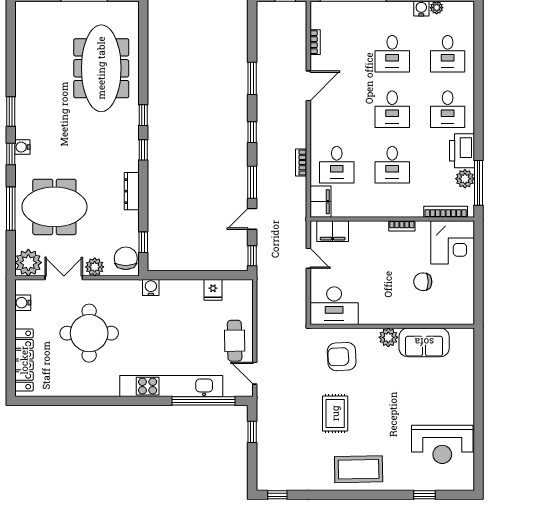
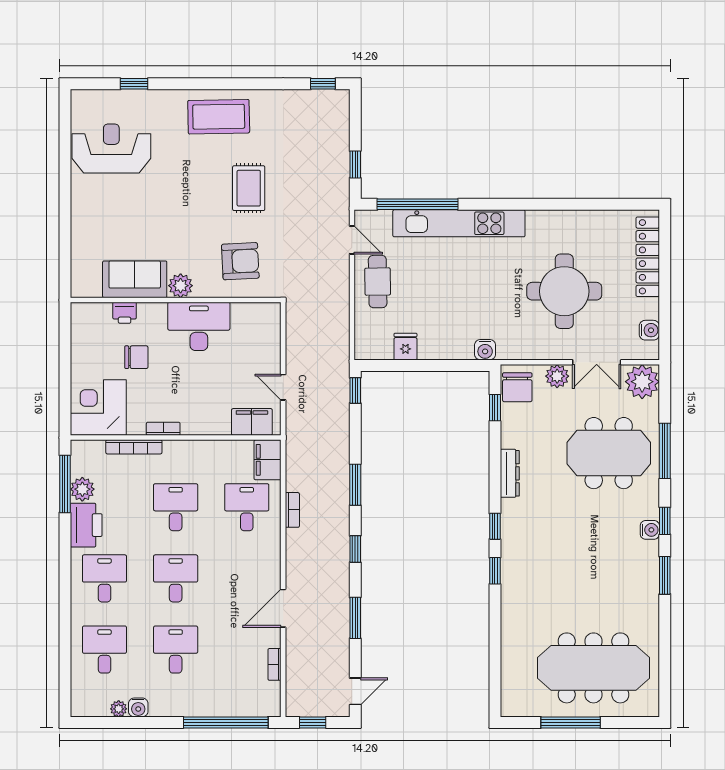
meeting table: (101, 68) -> (593, 668), moved, turned 90
bookcase: (446, 212) -> (134, 447), moved
door: (252, 219) -> (355, 691), moved
desk: (334, 306) -> (199, 326), moved
printer: (432, 316) -> (125, 313), added

